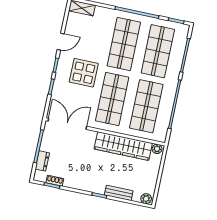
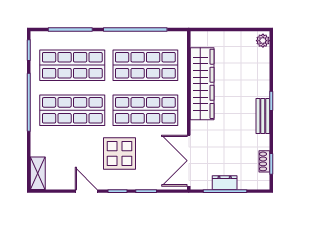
plant: (157, 149) -> (197, 40), removed
dresser: (42, 161) -> (225, 183), moved
bench: (119, 193) -> (263, 116), moved

